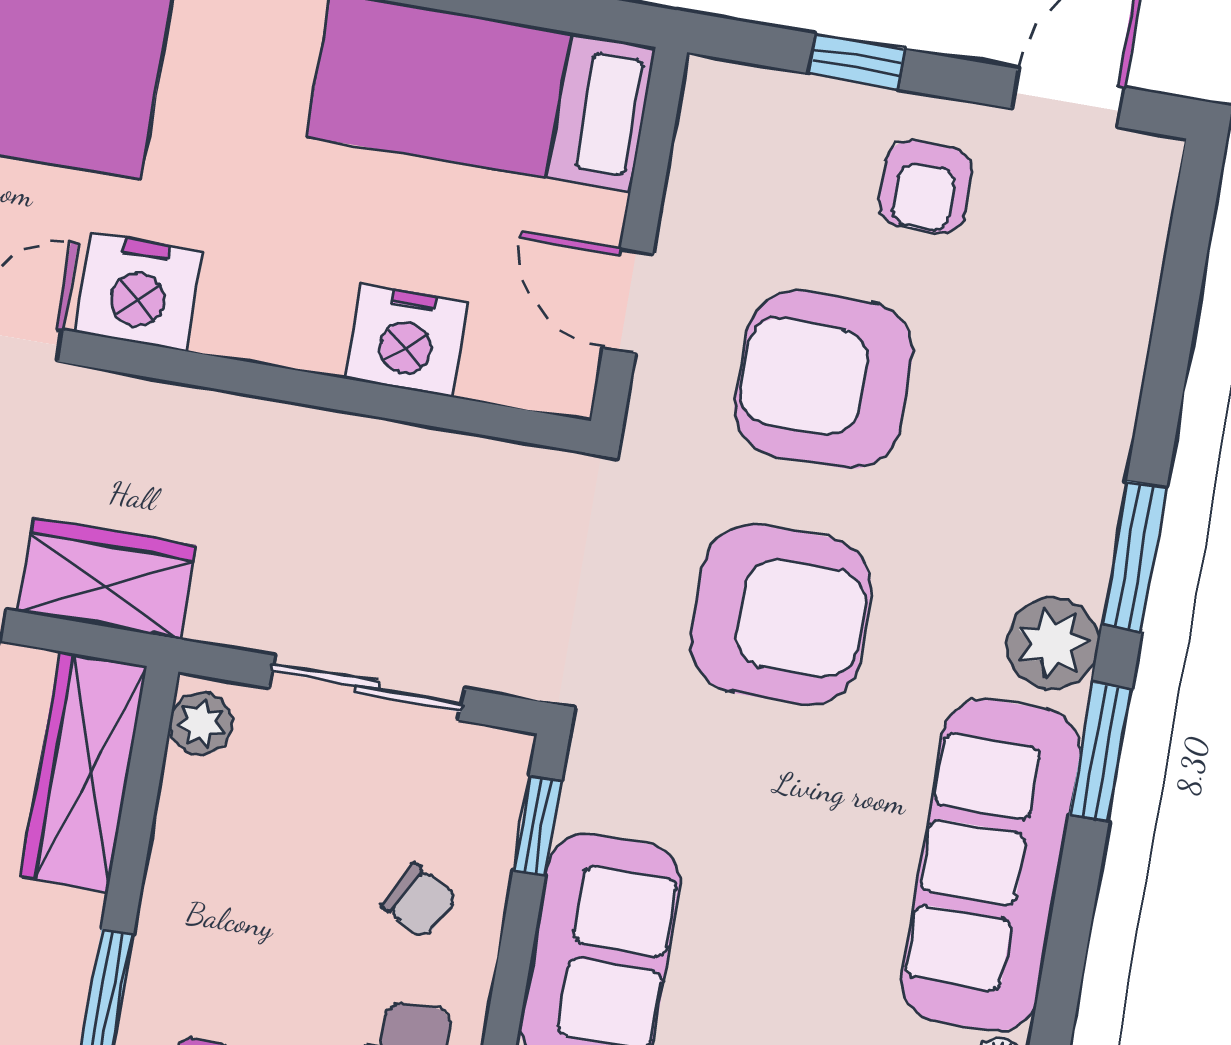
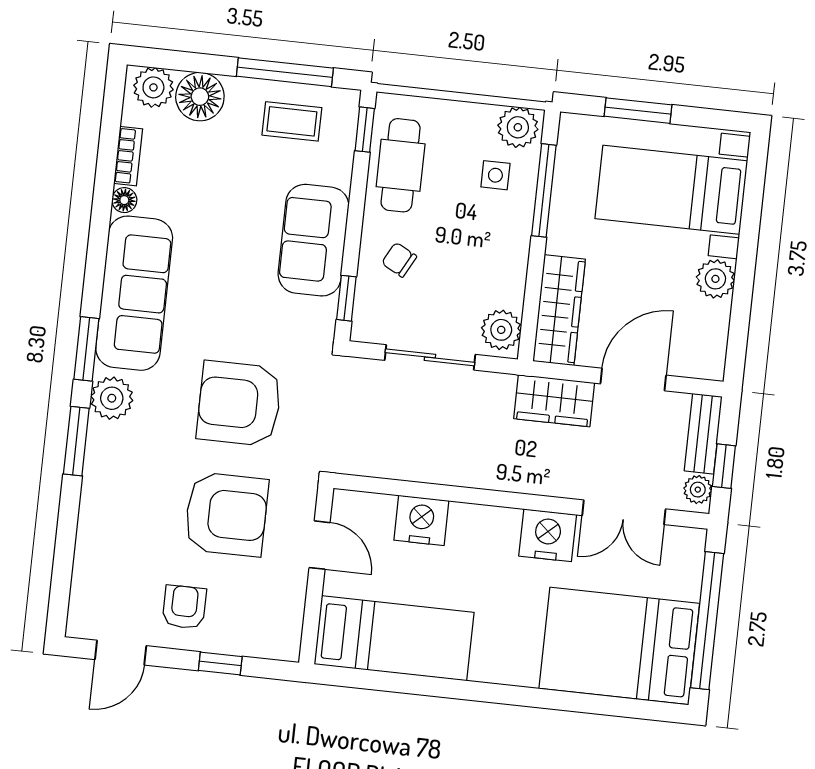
plant: (201, 724) -> (501, 330), width x1.38, depth x1.38

